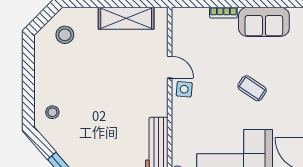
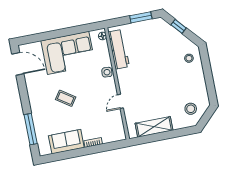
door: (170, 67) -> (120, 101), hinge flipped
side table: (184, 89) -> (107, 72), moved

